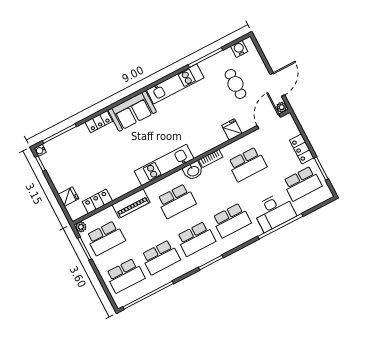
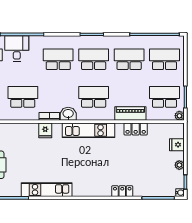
sofa: (132, 111) -> (92, 186), removed
fridge: (232, 130) -> (45, 130), moved
plant: (55, 178) -> (179, 165), added
locker: (97, 201) -> (136, 129), moved
desk: (274, 212) -> (17, 48), width x0.73

